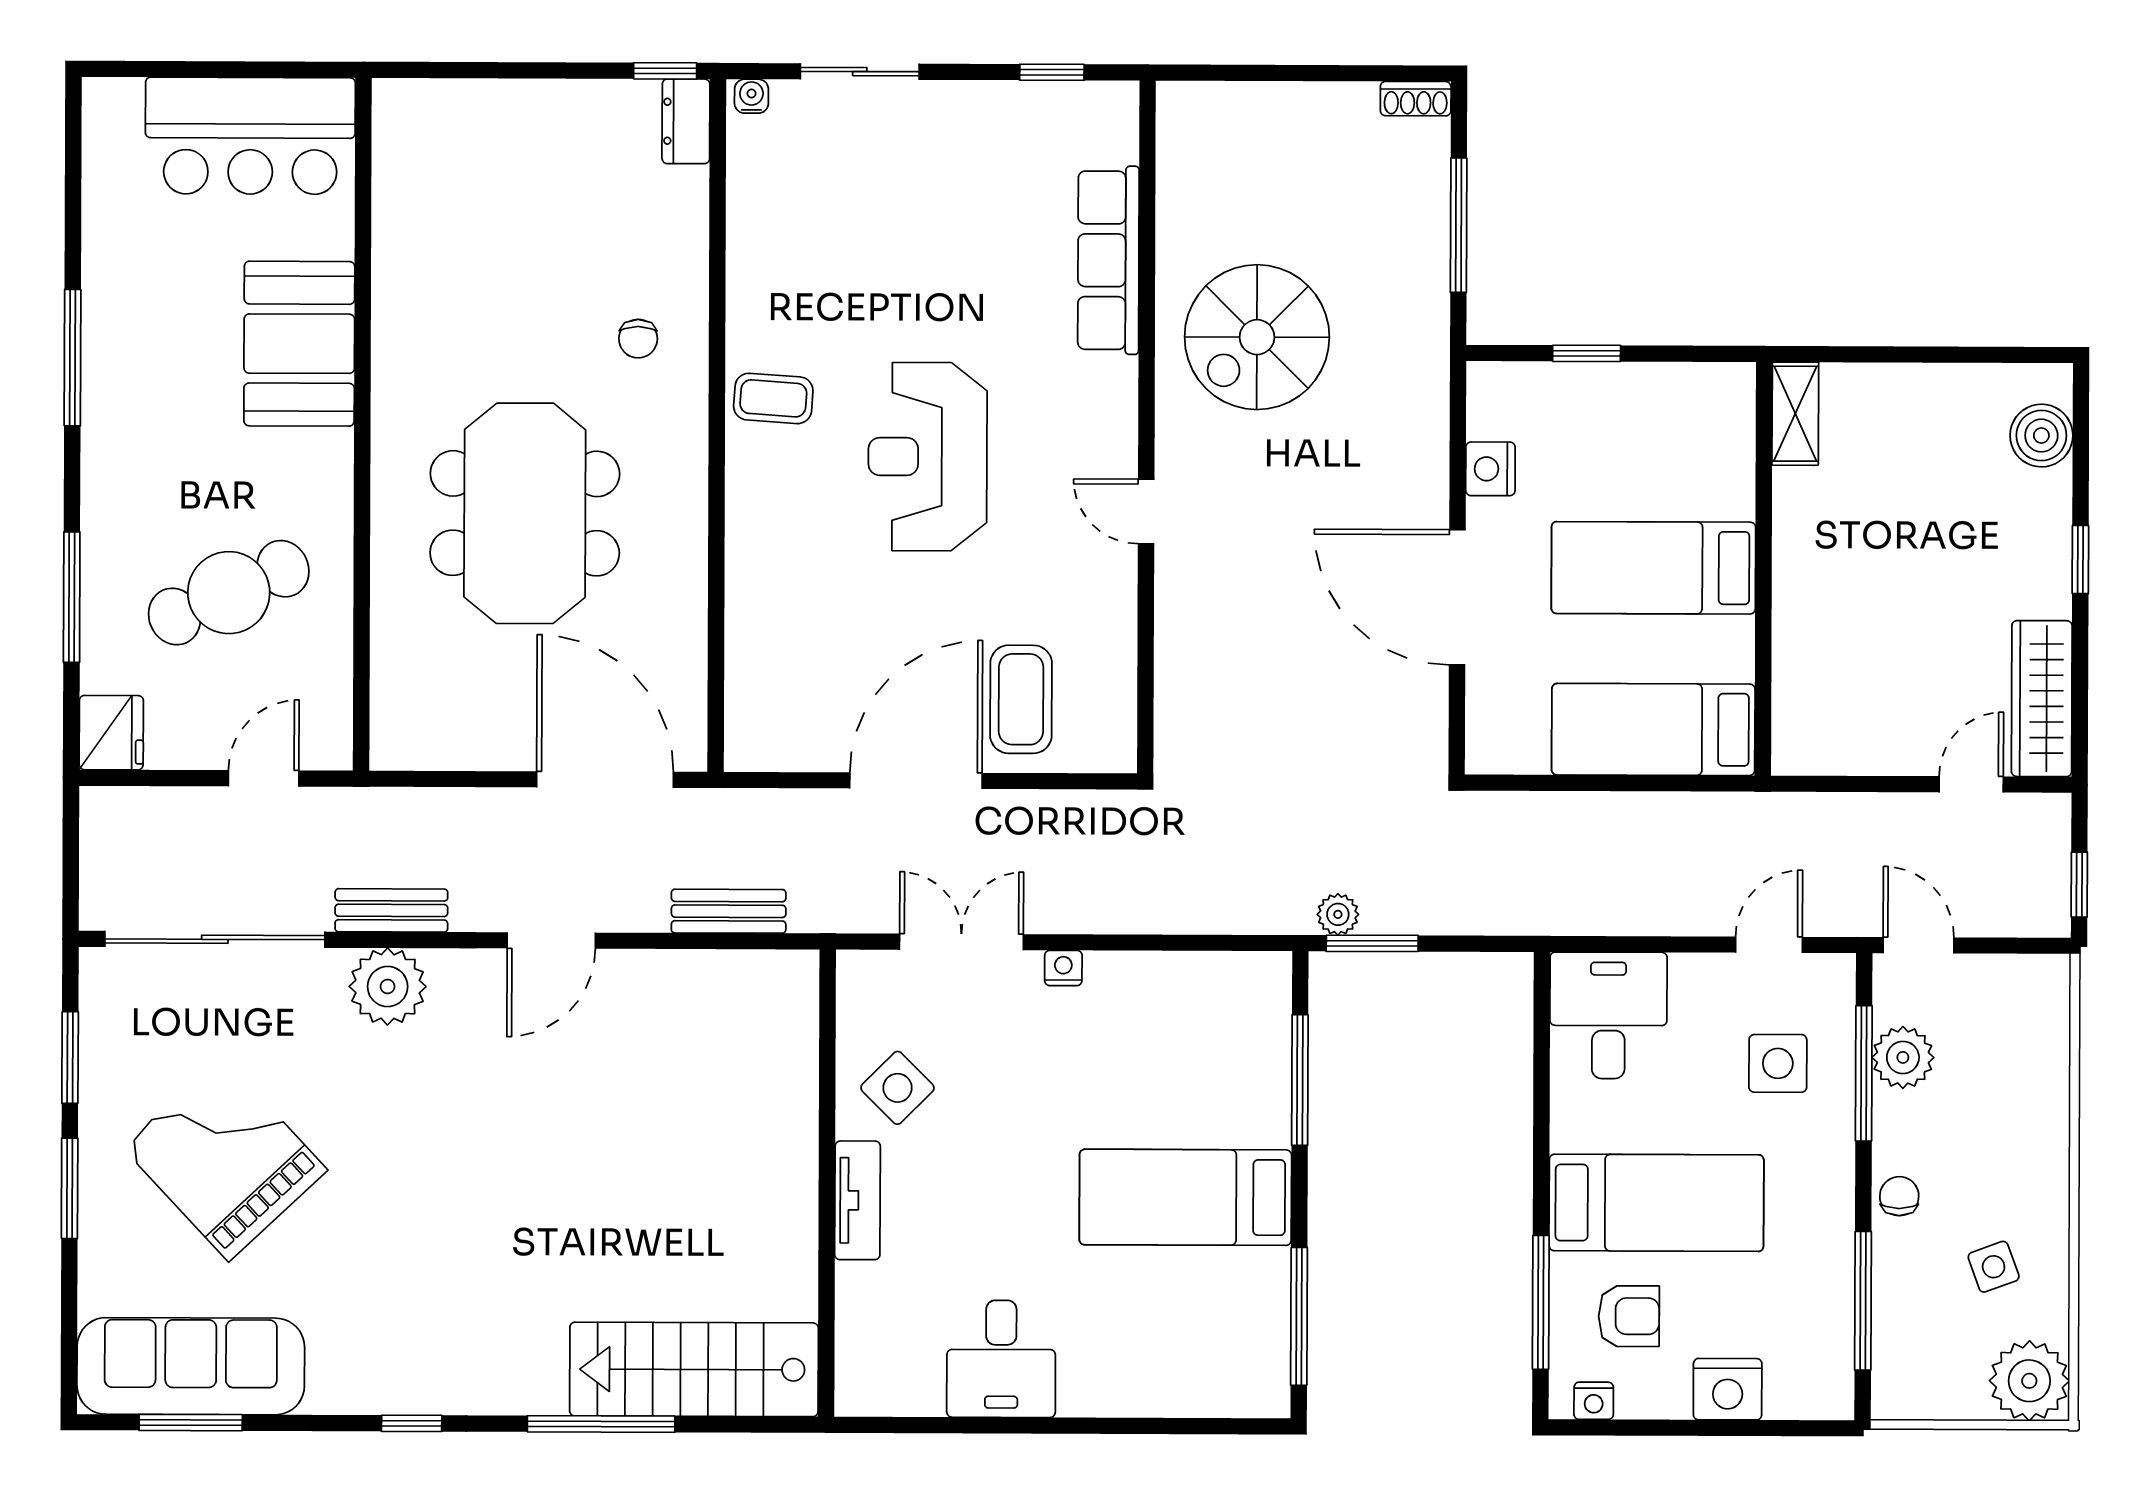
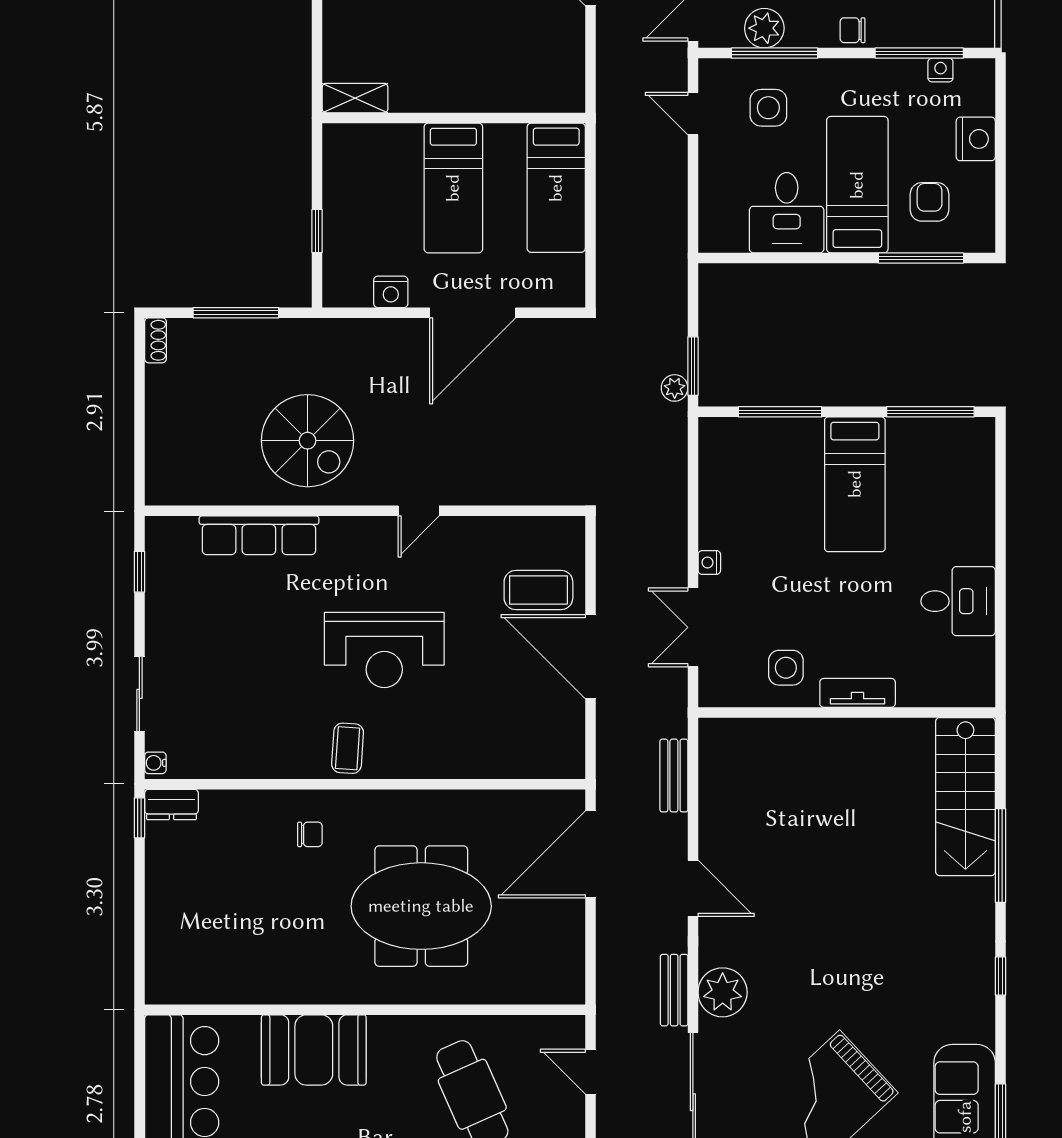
desk: (1608, 1015) -> (787, 213), moved, turned -90
side table: (897, 1088) -> (786, 668), turned 45
nightstand: (1594, 1401) -> (940, 70), moved, turned -90

